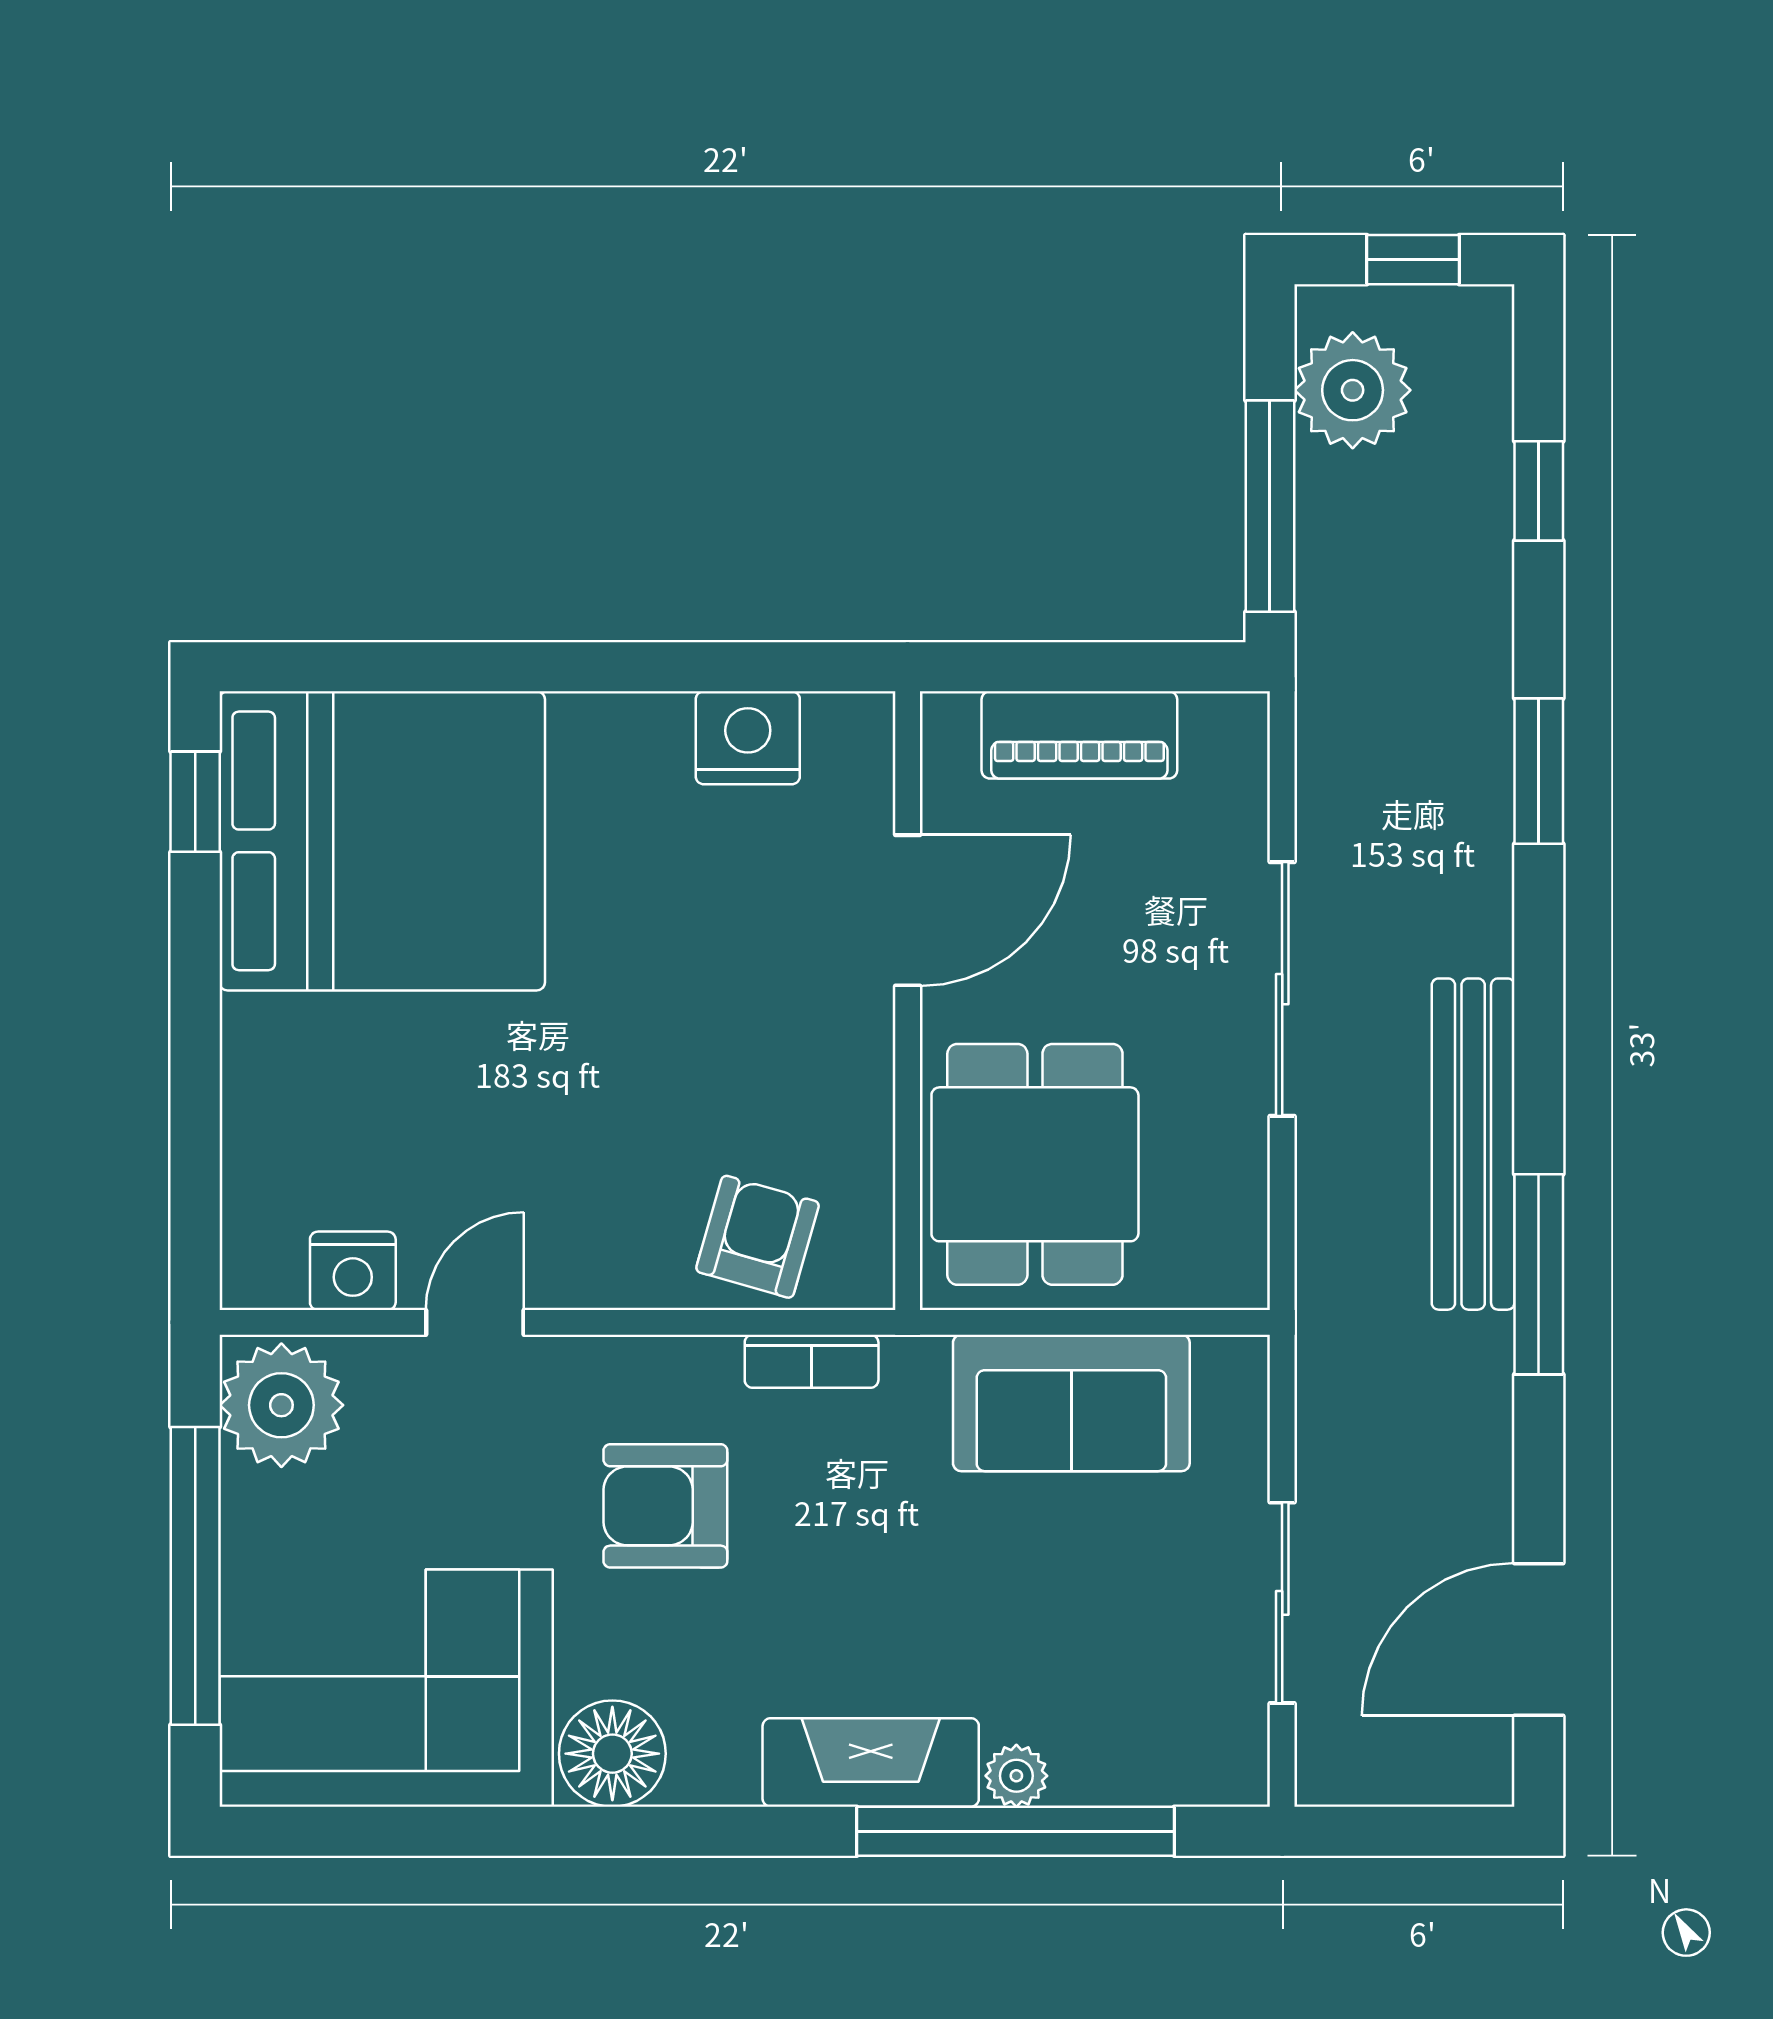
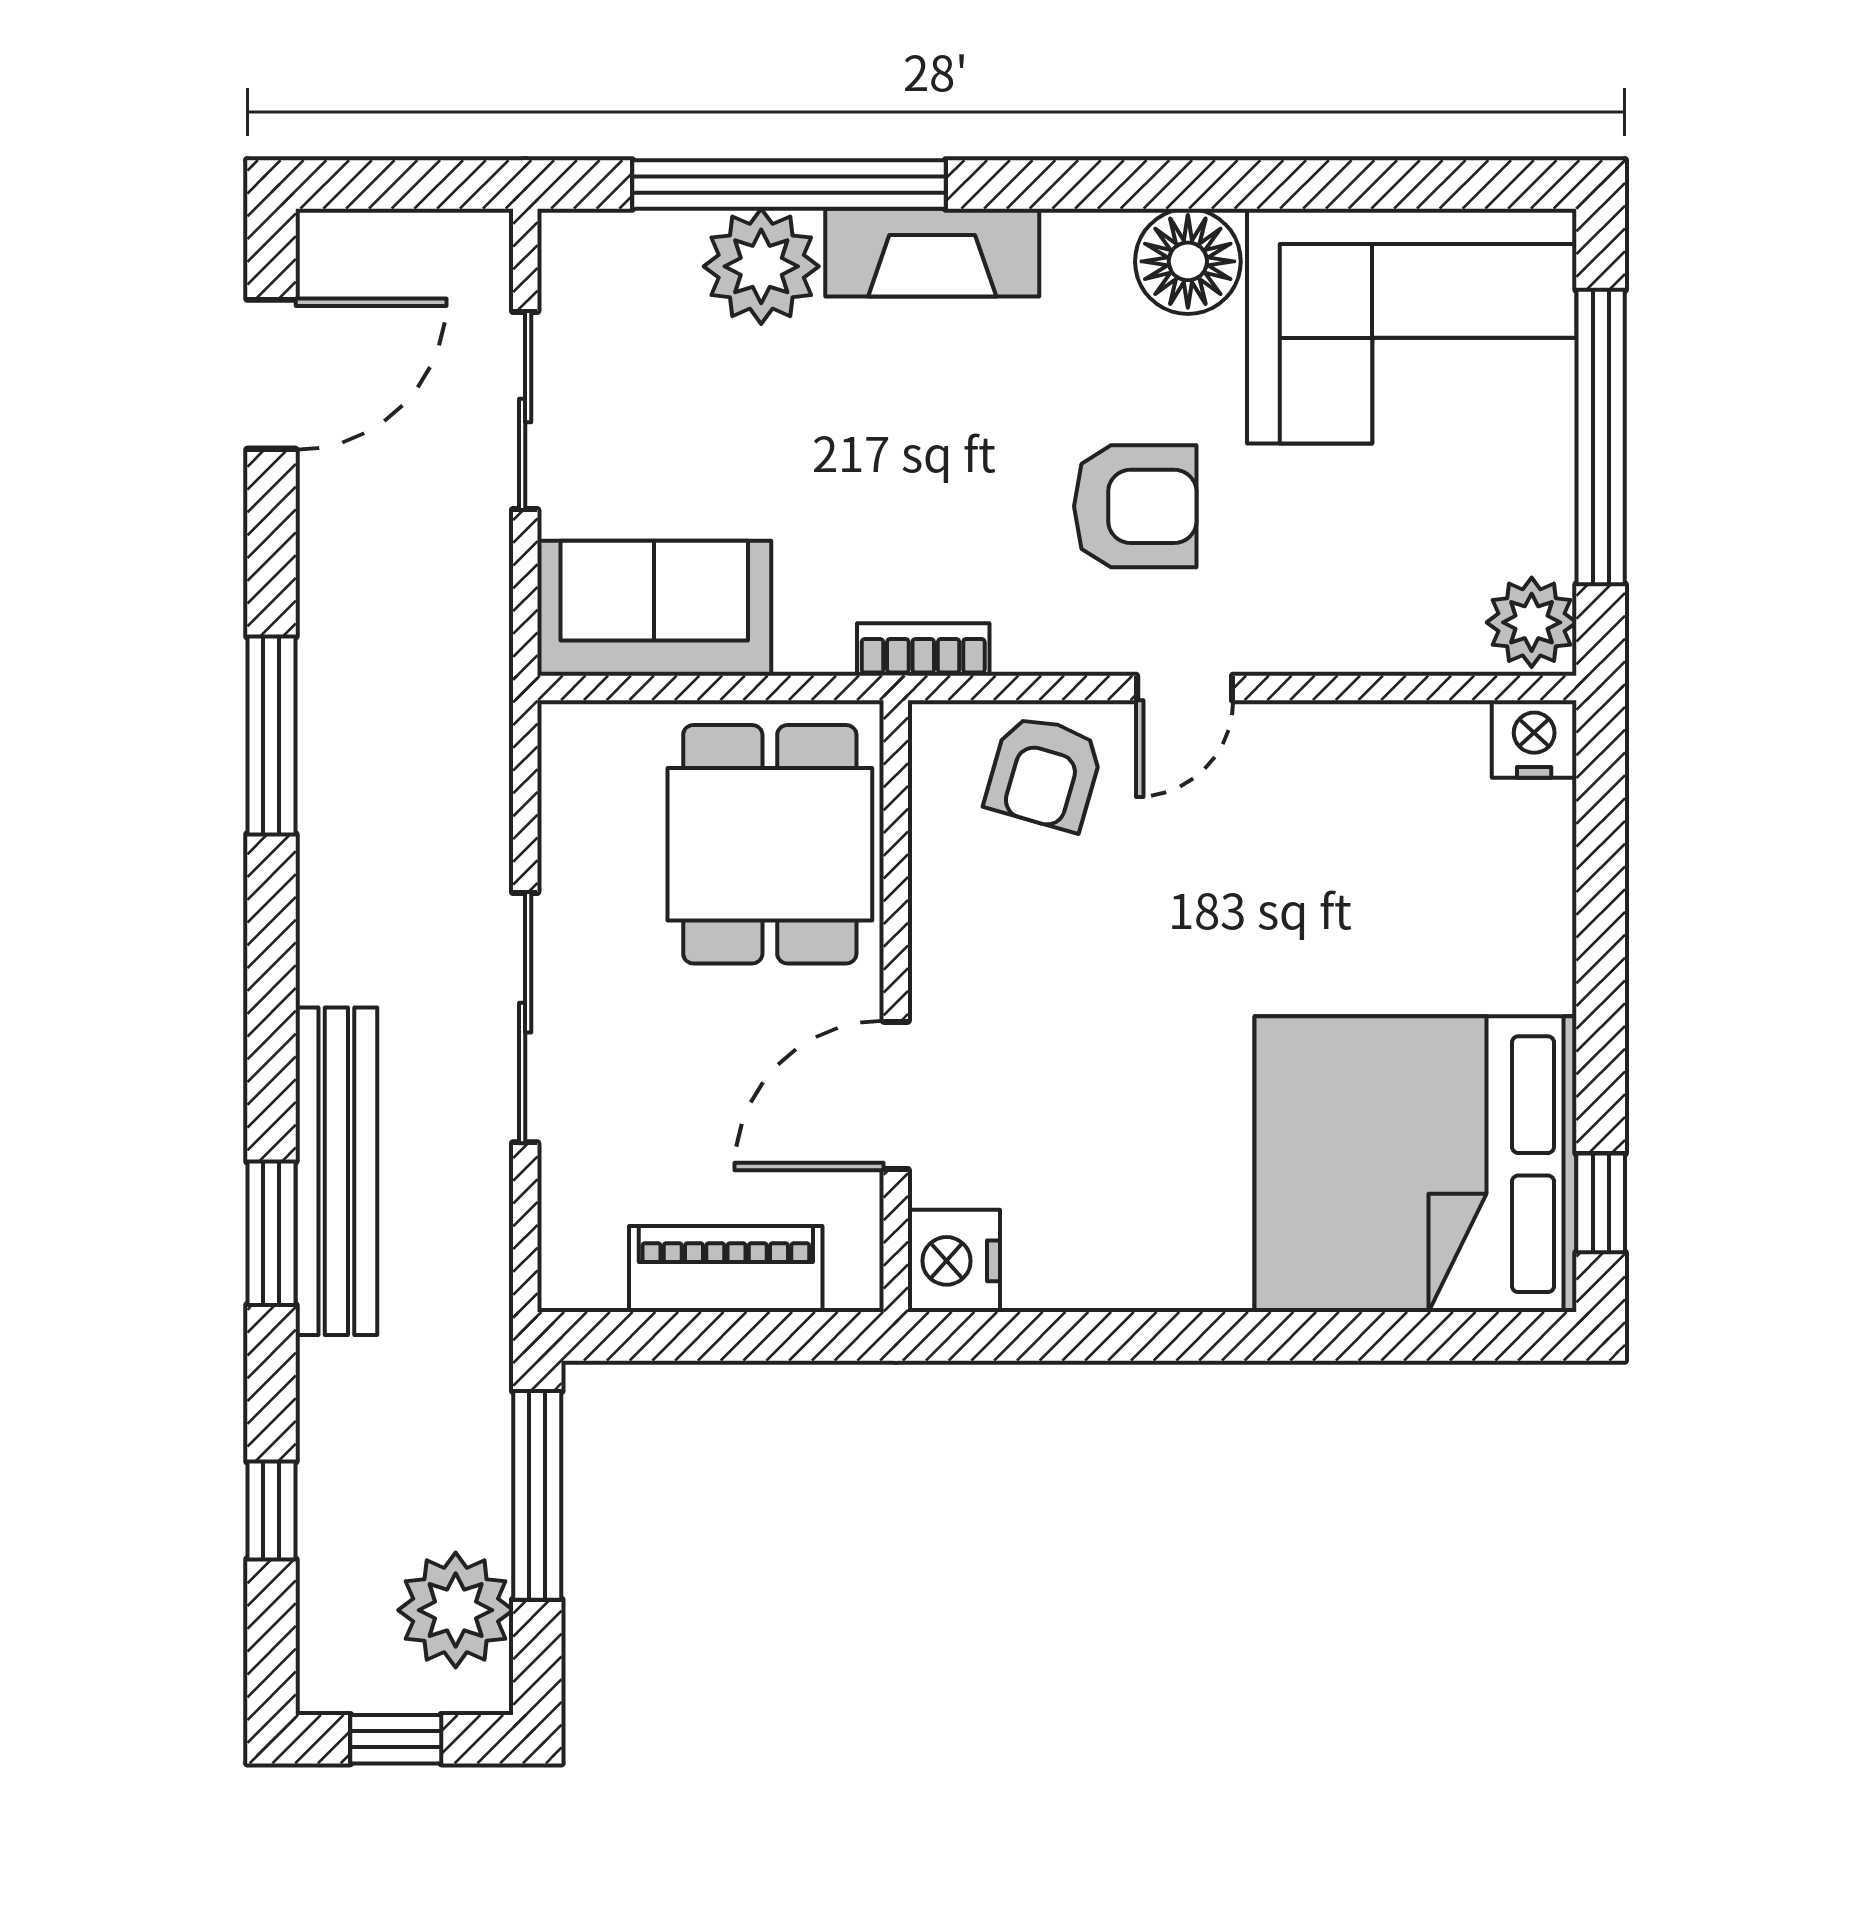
nightstand: (748, 738) -> (954, 1261), moved, turned 90
bench: (1473, 1144) -> (336, 1171), moved
nightstand: (353, 1271) -> (1534, 739), moved
door: (475, 1322) -> (1185, 688), moved
bookcase: (812, 1361) -> (923, 649), moved
sofa: (1071, 1403) -> (654, 608), moved
plant: (281, 1405) -> (1532, 622), width x0.73, depth x0.73
plant: (1016, 1776) -> (761, 266), width x1.88, depth x1.88

